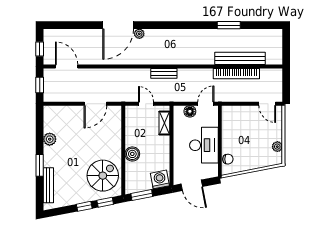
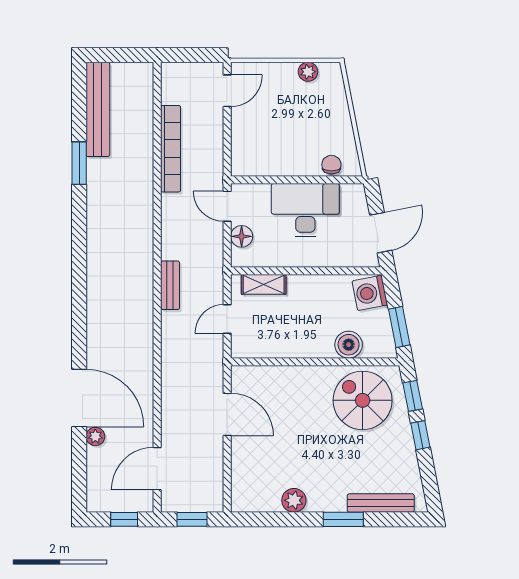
door: (118, 25) -> (79, 398), moved
plant: (139, 34) -> (95, 436), moved
bench: (240, 58) -> (98, 109), moved
boiler: (132, 154) -> (349, 345), moved

